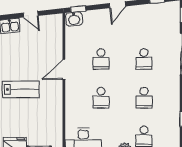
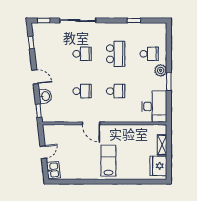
washbasin: (74, 19) -> (45, 96), moved
school desk: (144, 98) -> (116, 54), width x1.85

